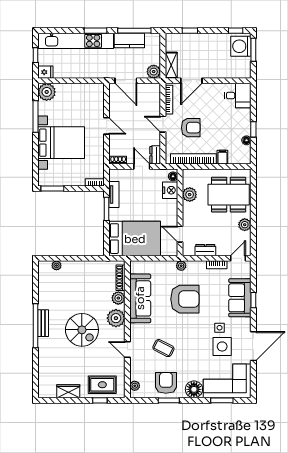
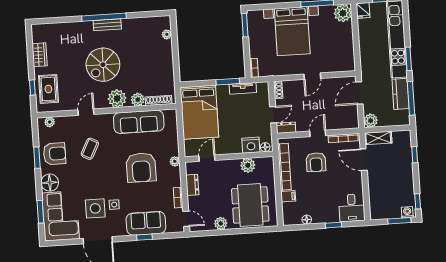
washing machine: (241, 46) -> (407, 212), width x0.53, depth x0.53
window: (253, 129) -> (333, 225), moved

